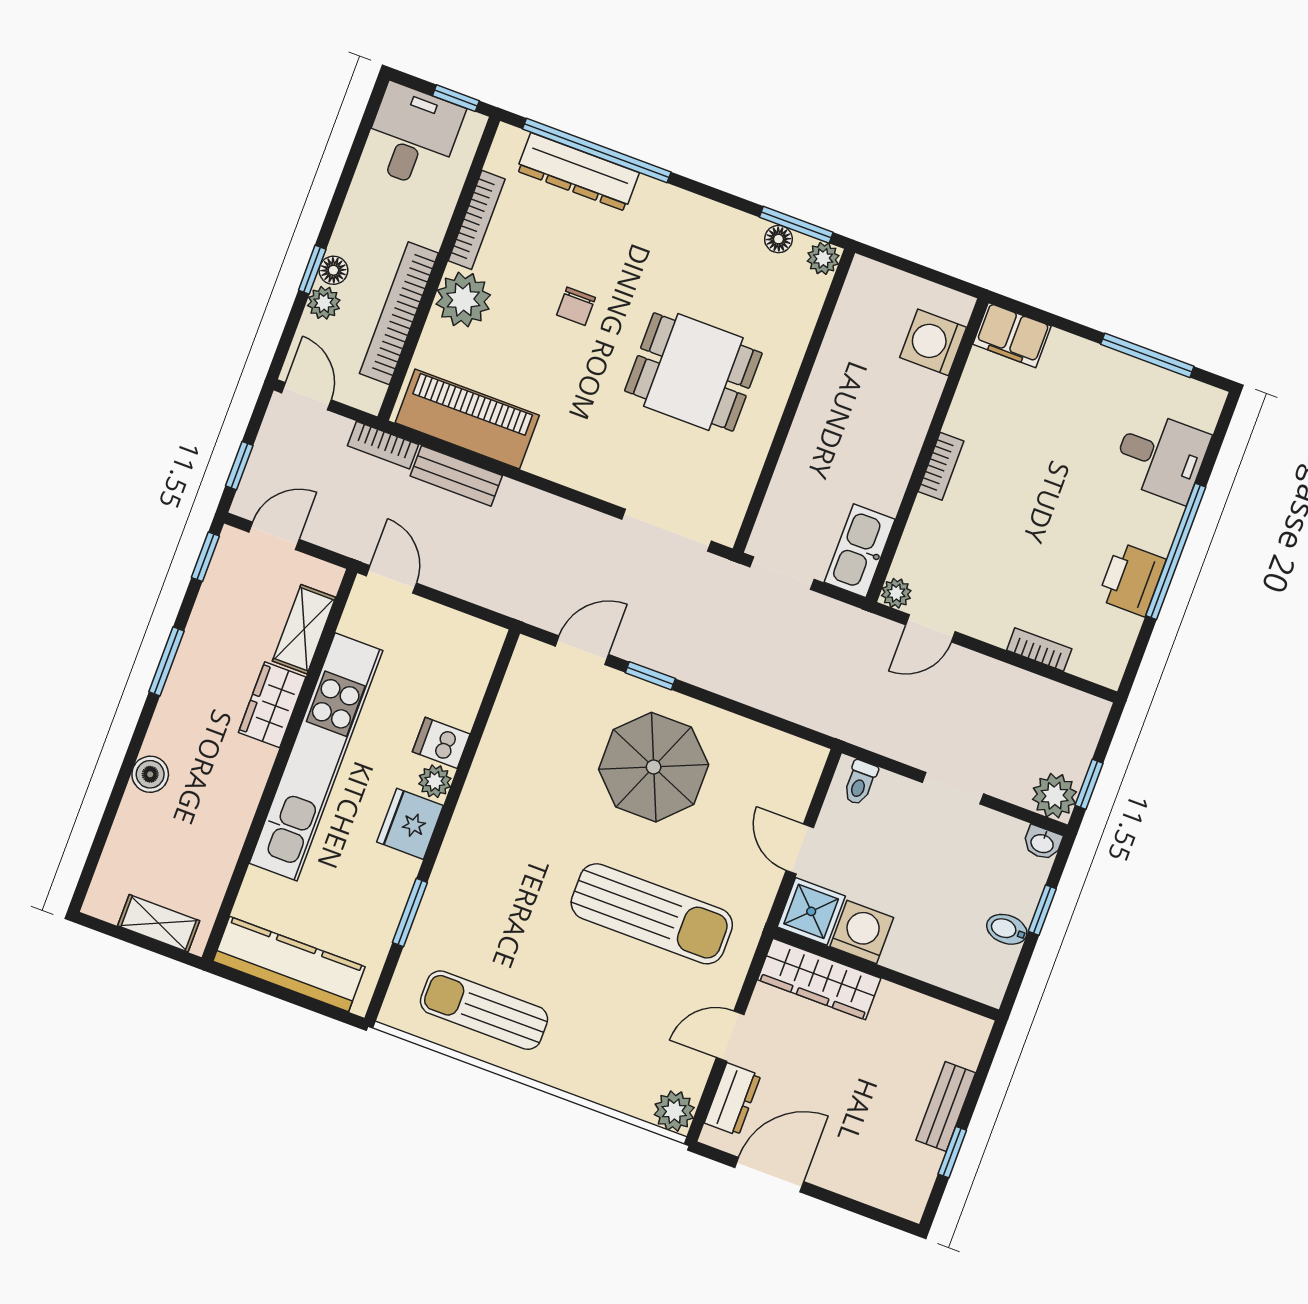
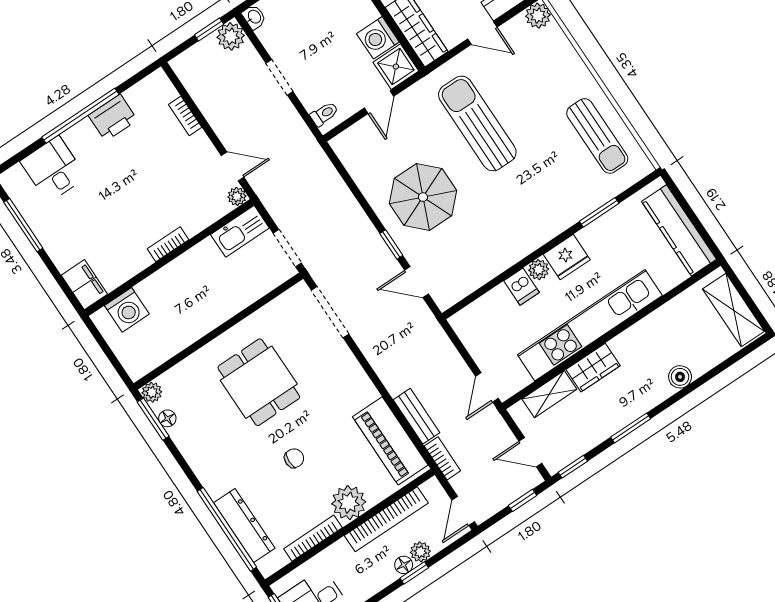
shelving: (159, 923) -> (734, 310), width x1.50, depth x1.33

